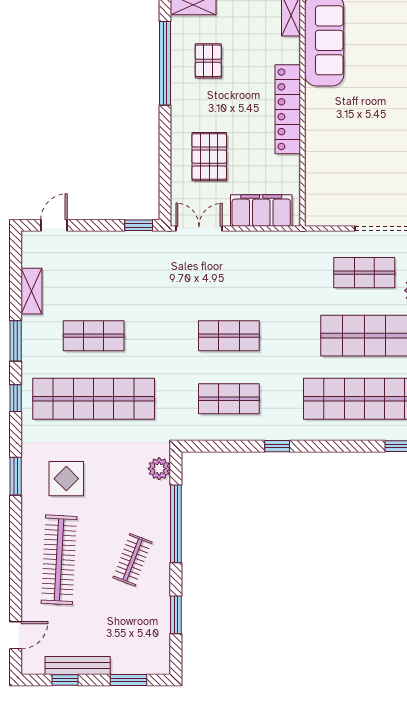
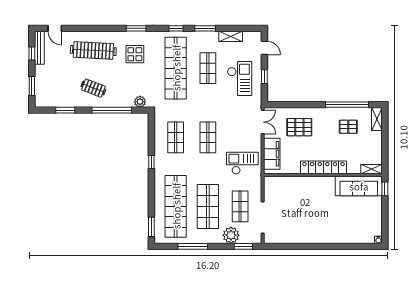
window: (139, 225) -> (264, 77), moved
checkout: (279, 268) -> (242, 163), added
checkout: (114, 274) -> (240, 79), added
bench: (78, 665) -> (39, 48), moved

